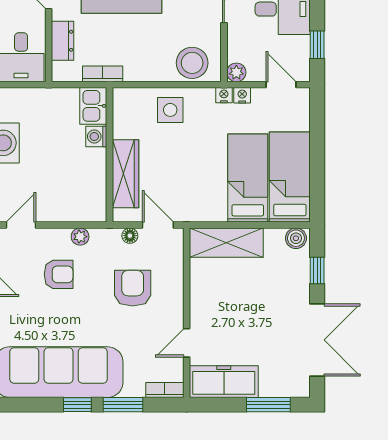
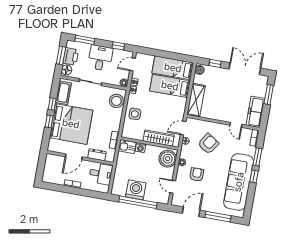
boiler: (82, 202) -> (168, 159), added
armchair: (133, 288) -> (208, 144), turned 123

